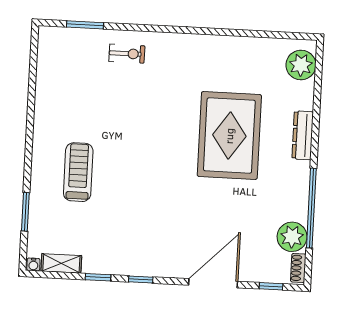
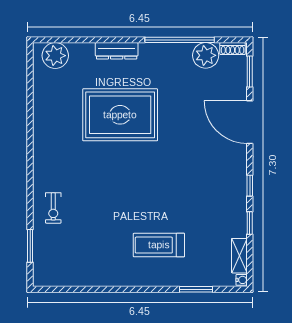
exercise bike: (127, 54) -> (53, 208), turned 180
window: (271, 286) -> (250, 72), width x1.50

